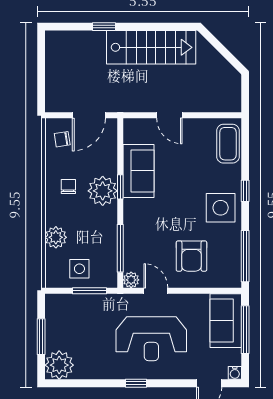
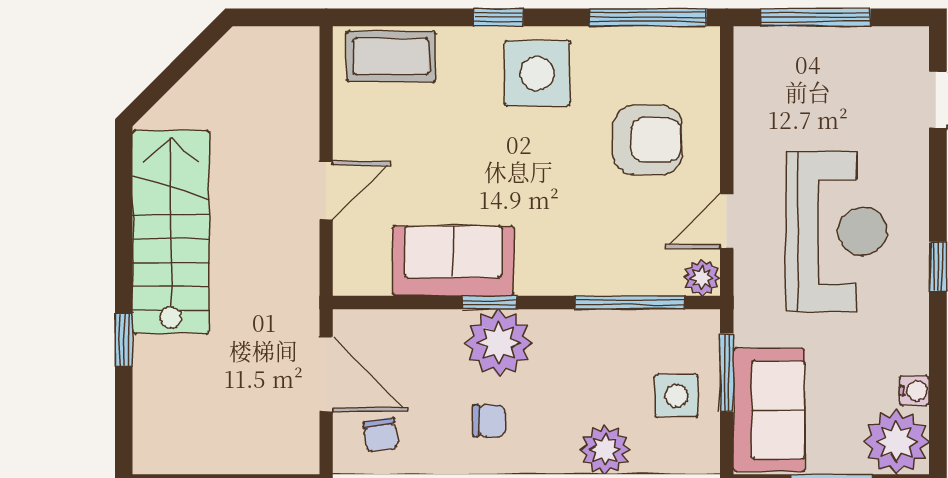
chair: (68, 187) -> (489, 421), turned 180
sofa: (226, 321) -> (769, 410), moved, turned -90
water cooler: (235, 373) -> (914, 391), moved

